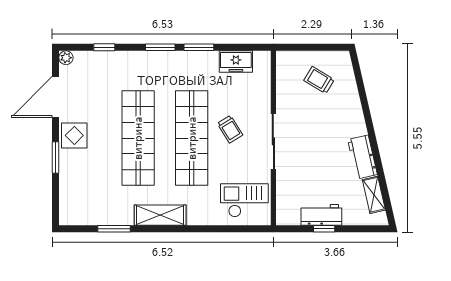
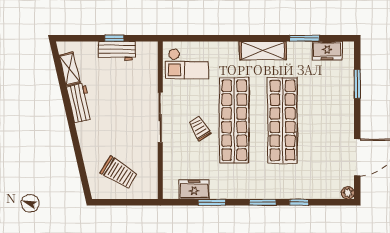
window: (104, 47) -> (299, 202), moved
window: (199, 47) -> (212, 202), moved
trolley: (319, 80) -> (119, 173), width x1.36, depth x1.39
display table: (74, 135) -> (340, 123), removed
window: (56, 157) -> (357, 84), moved
freezer: (89, 215) -> (327, 51), added

